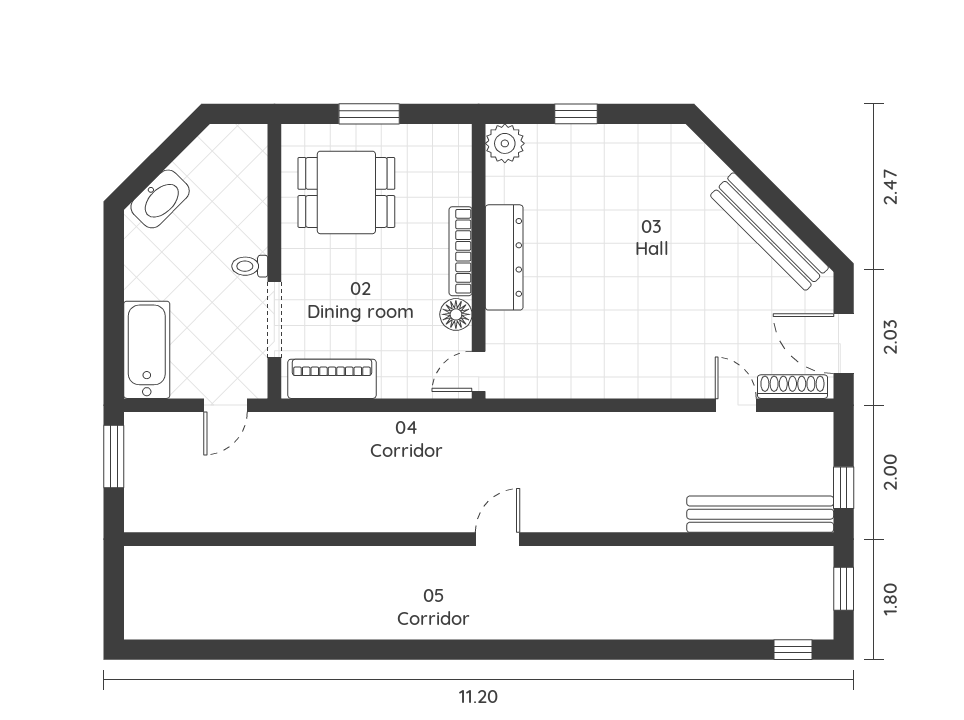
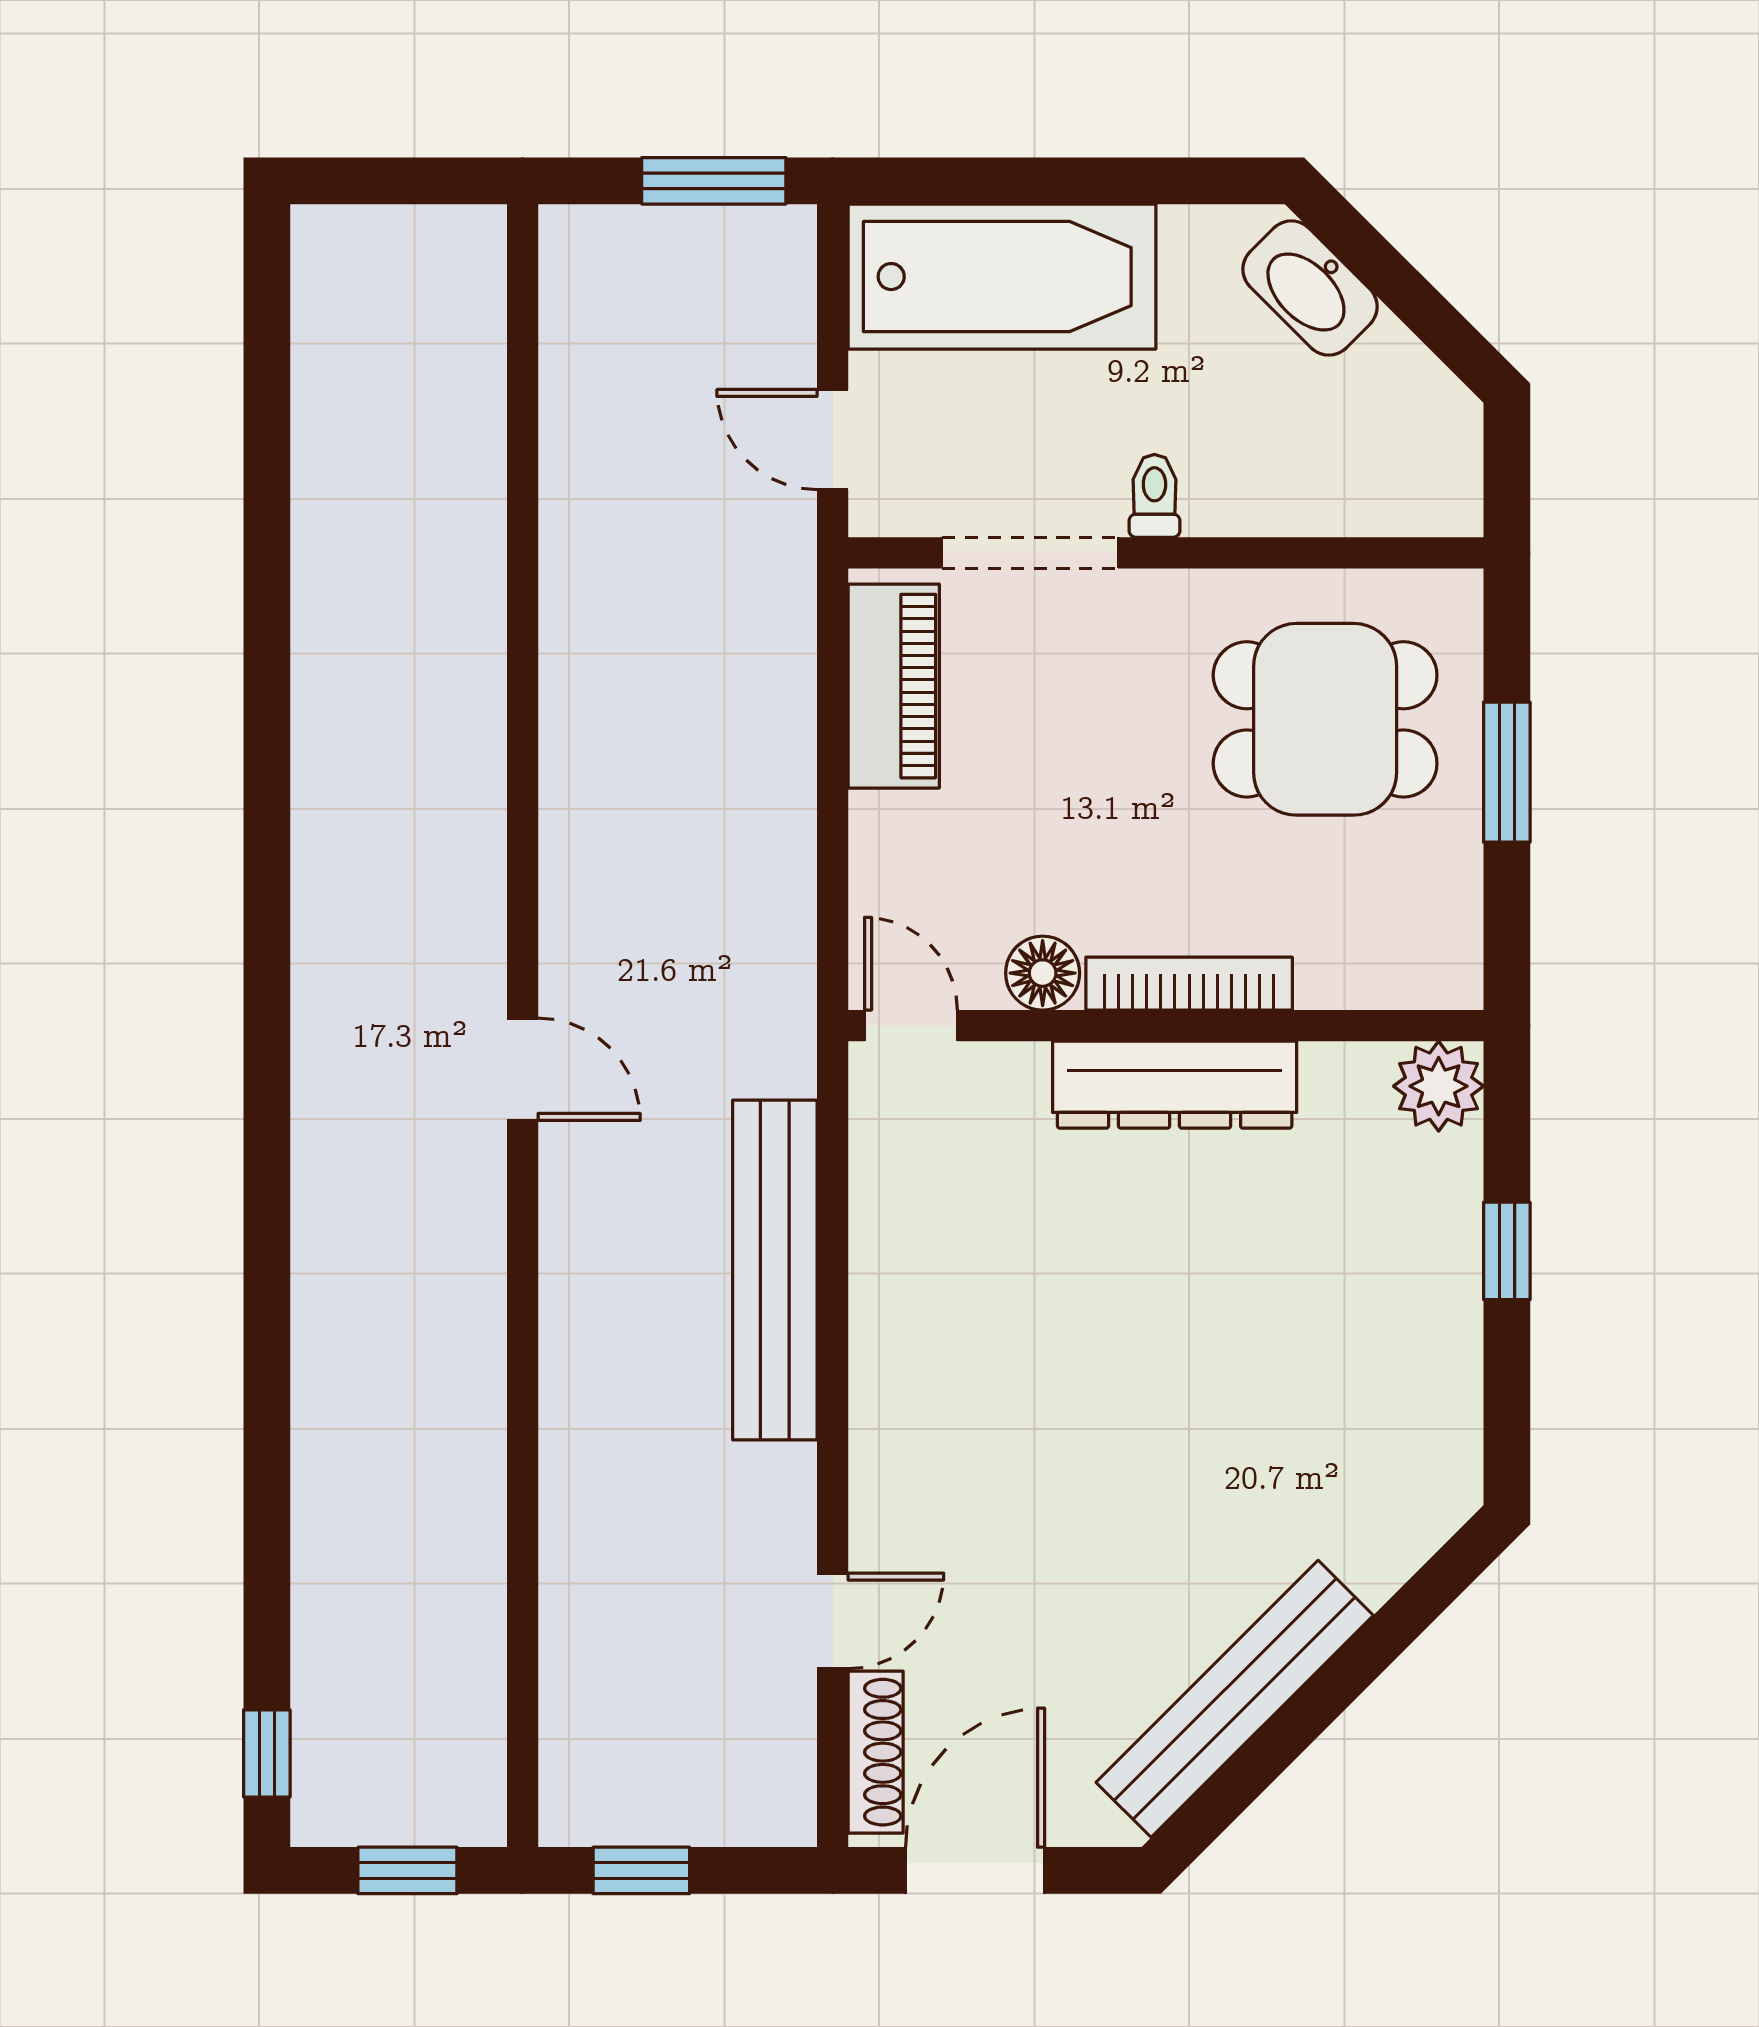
dining table: (346, 192) -> (1325, 719), turned 90
bathtub: (147, 350) -> (1002, 277), width x1.36, depth x1.36
bench: (760, 514) -> (775, 1270), moved

